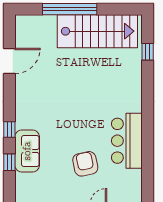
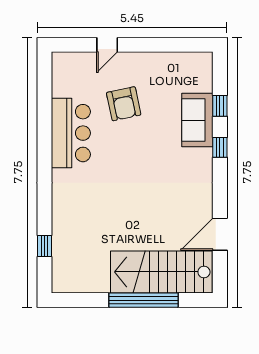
stairs: (97, 31) -> (161, 272), moved

